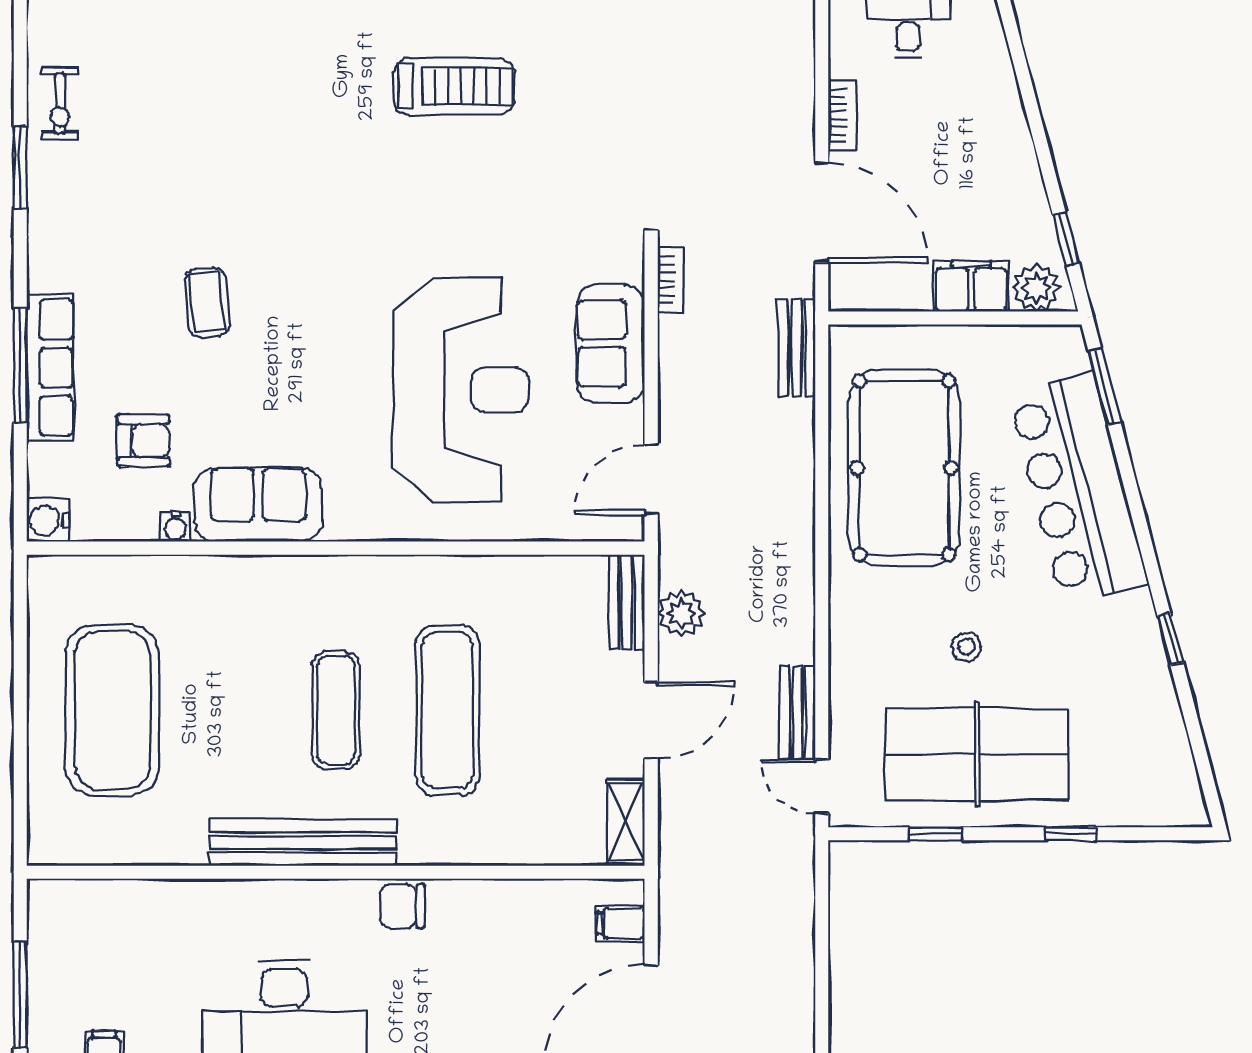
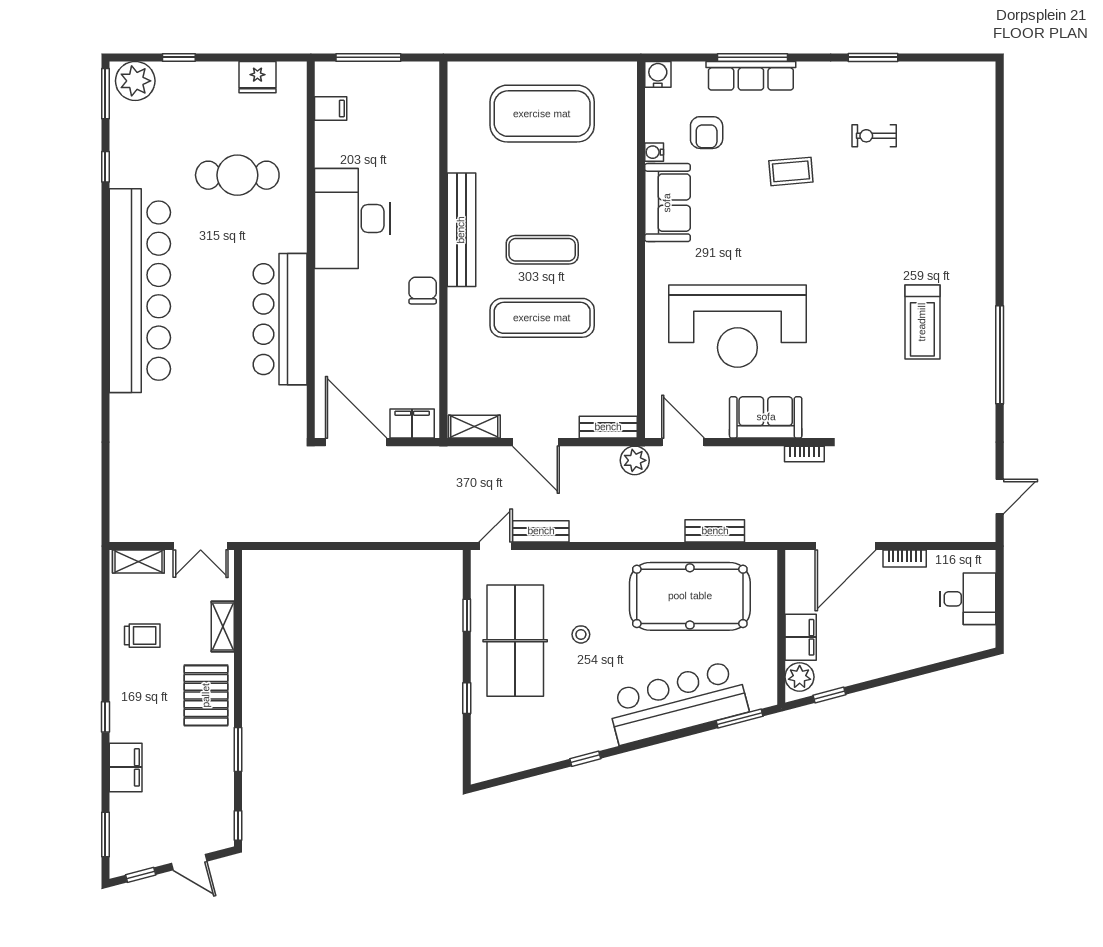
exercise bike: (60, 103) -> (874, 136), moved
bench: (797, 348) -> (715, 531), moved
plant: (681, 613) -> (635, 460), moved
filing cabinet: (621, 923) -> (412, 424), width x2.00

